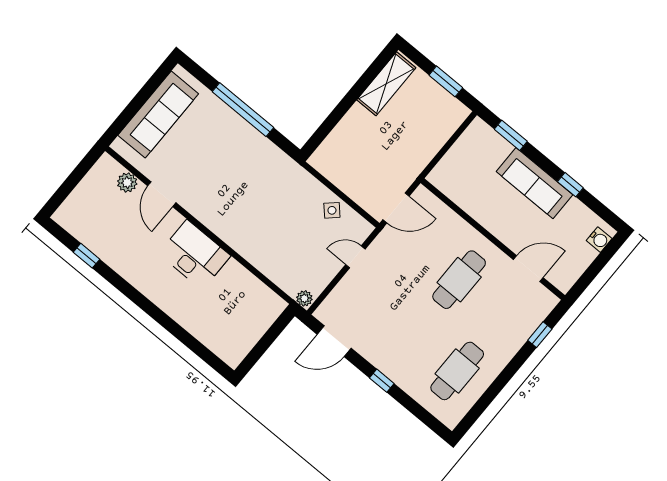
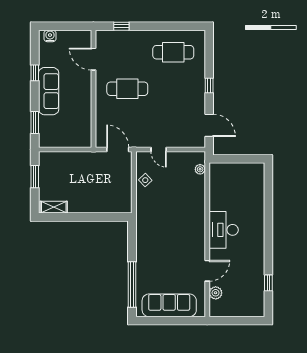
shelving: (386, 84) -> (54, 207), width x0.67, depth x0.75
window: (243, 110) -> (132, 285), moved
plant: (304, 298) -> (200, 169), moved

